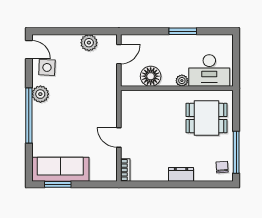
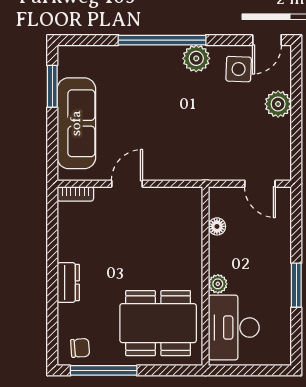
plant: (89, 43) -> (278, 104), moved
floor lamp: (151, 76) -> (217, 226), width x0.53, depth x0.53
dining table: (207, 118) -> (158, 323), width x1.38
sofa: (60, 169) -> (76, 123), moved

